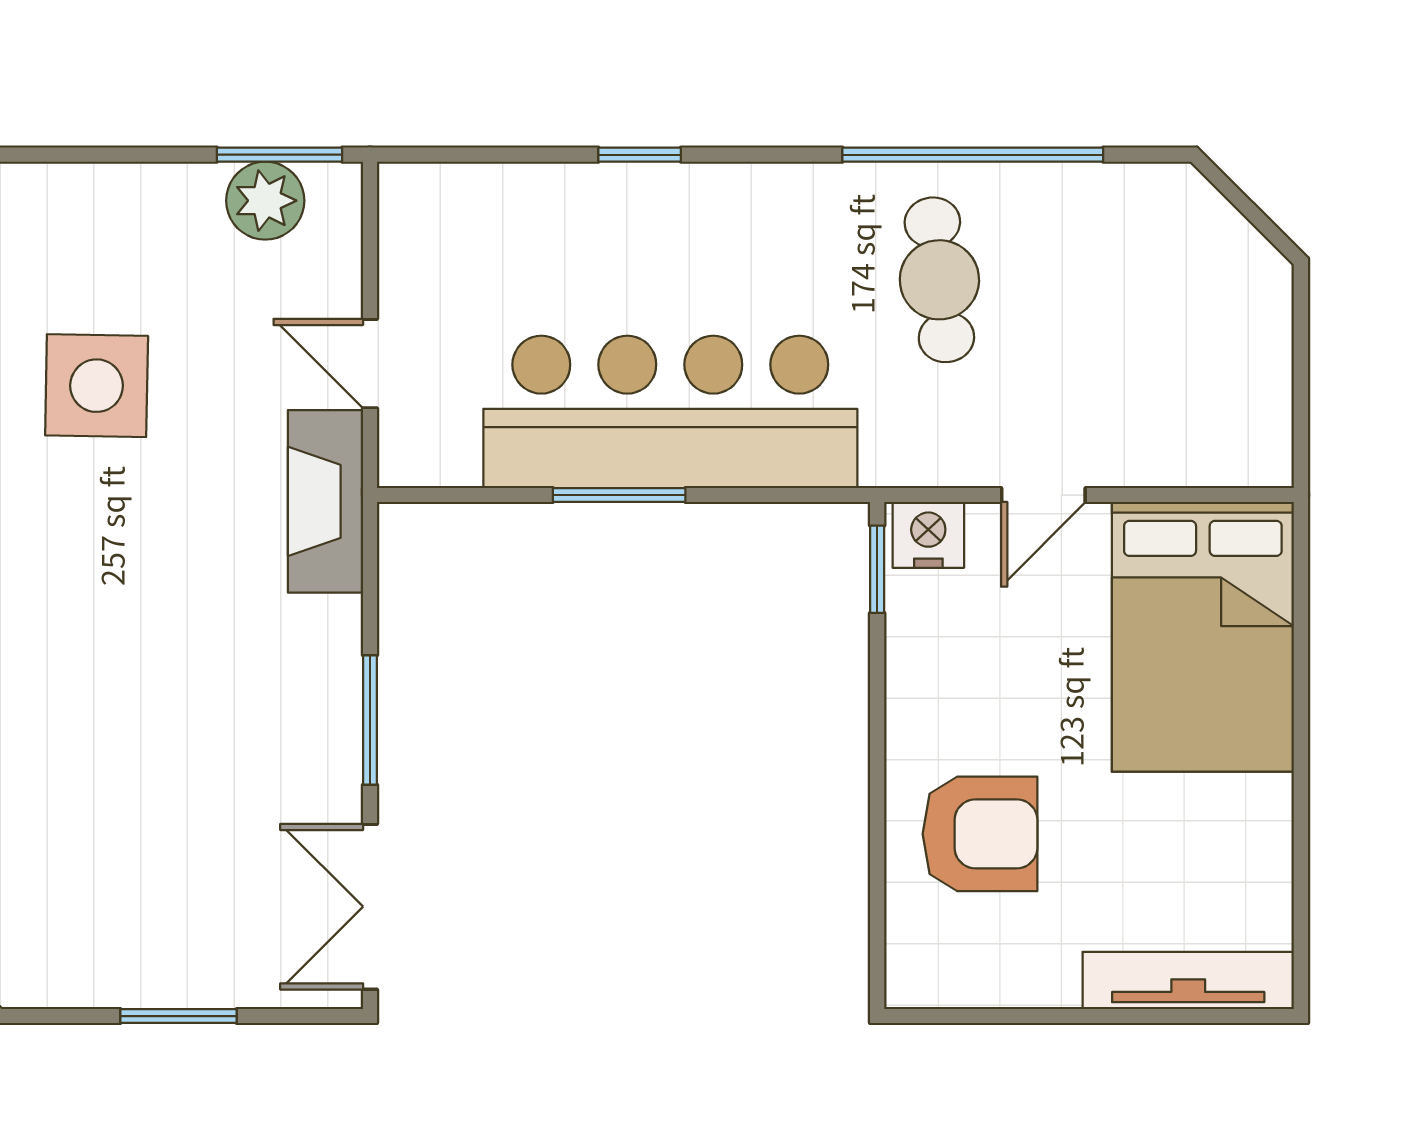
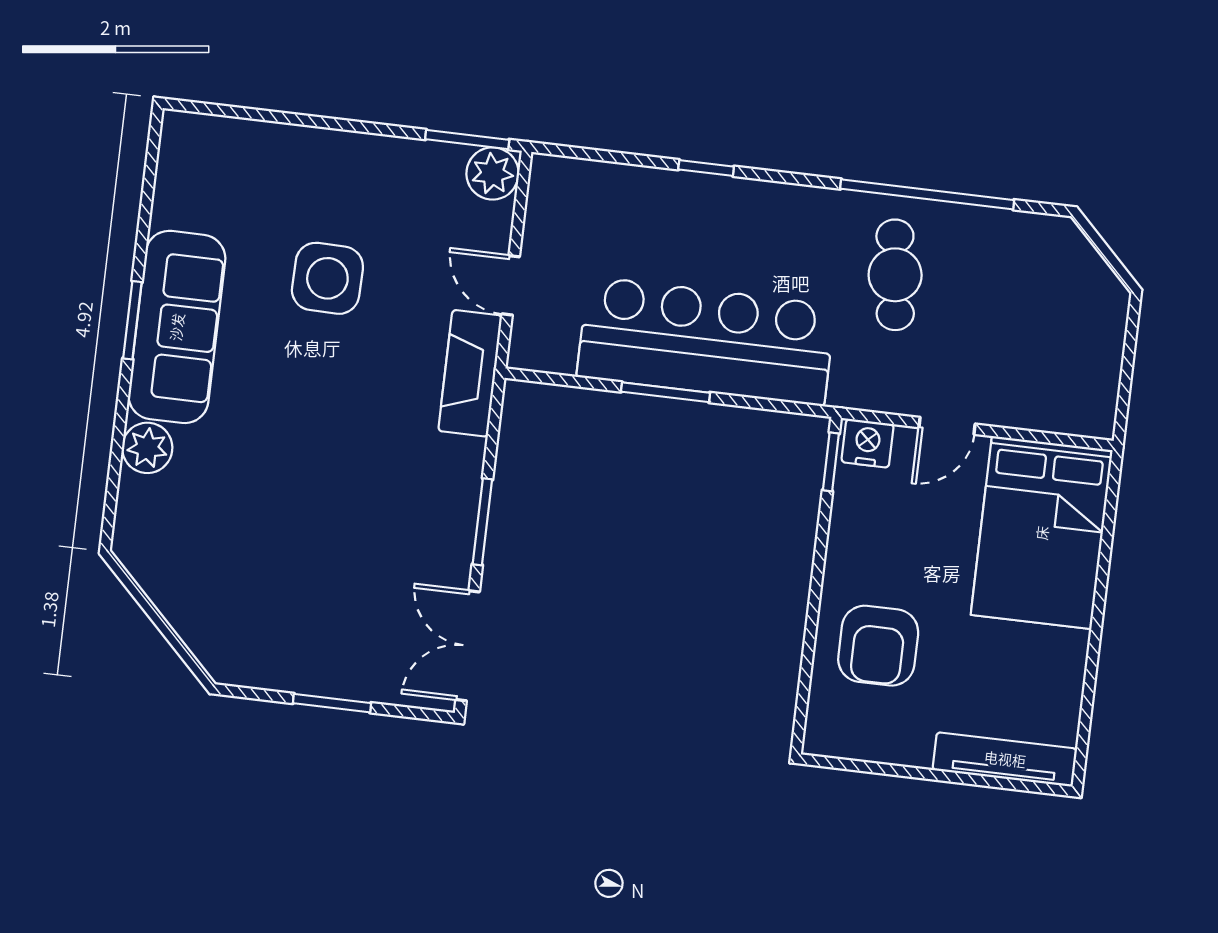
plant: (265, 201) -> (493, 173), moved
armchair: (980, 834) -> (878, 646), turned 90

